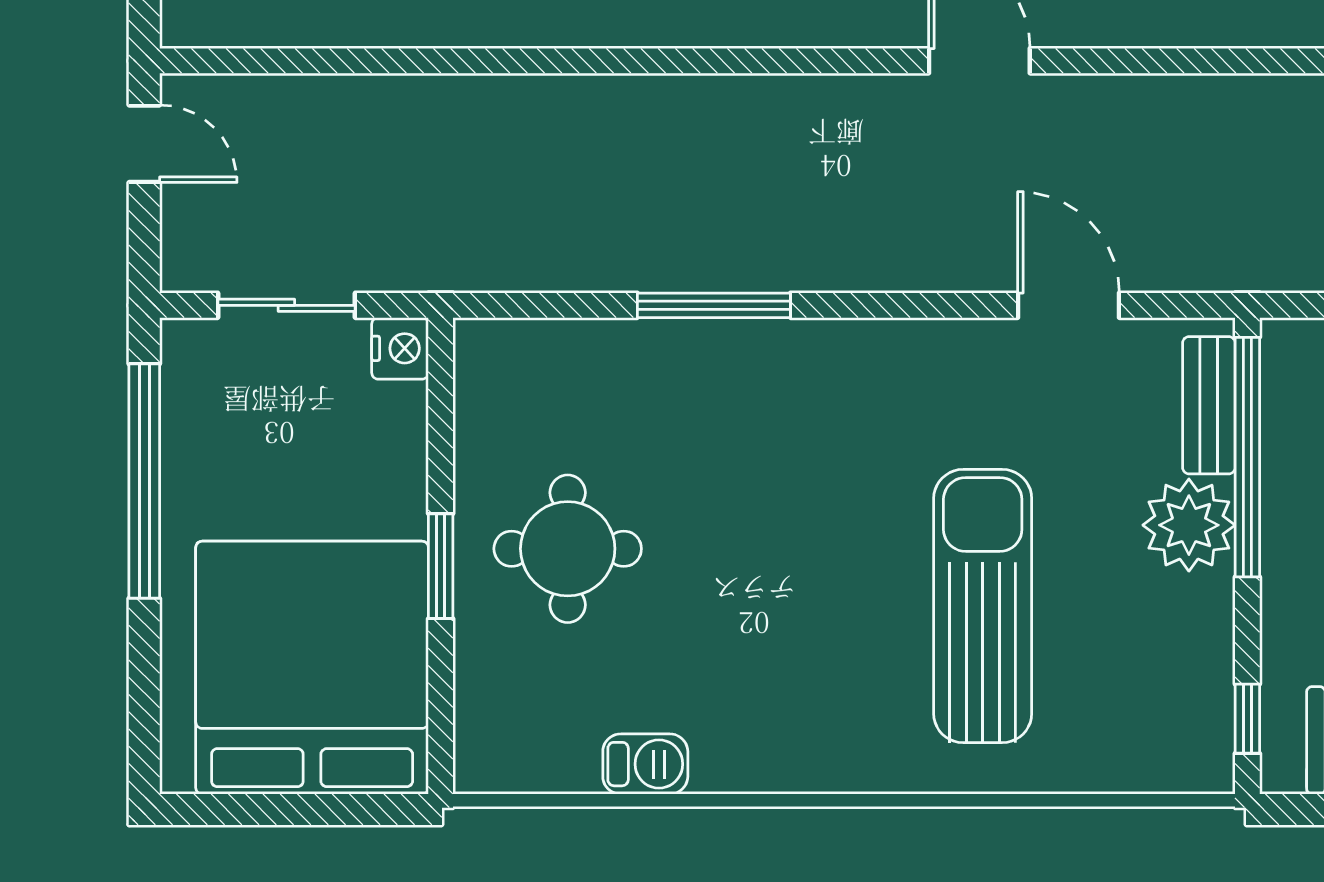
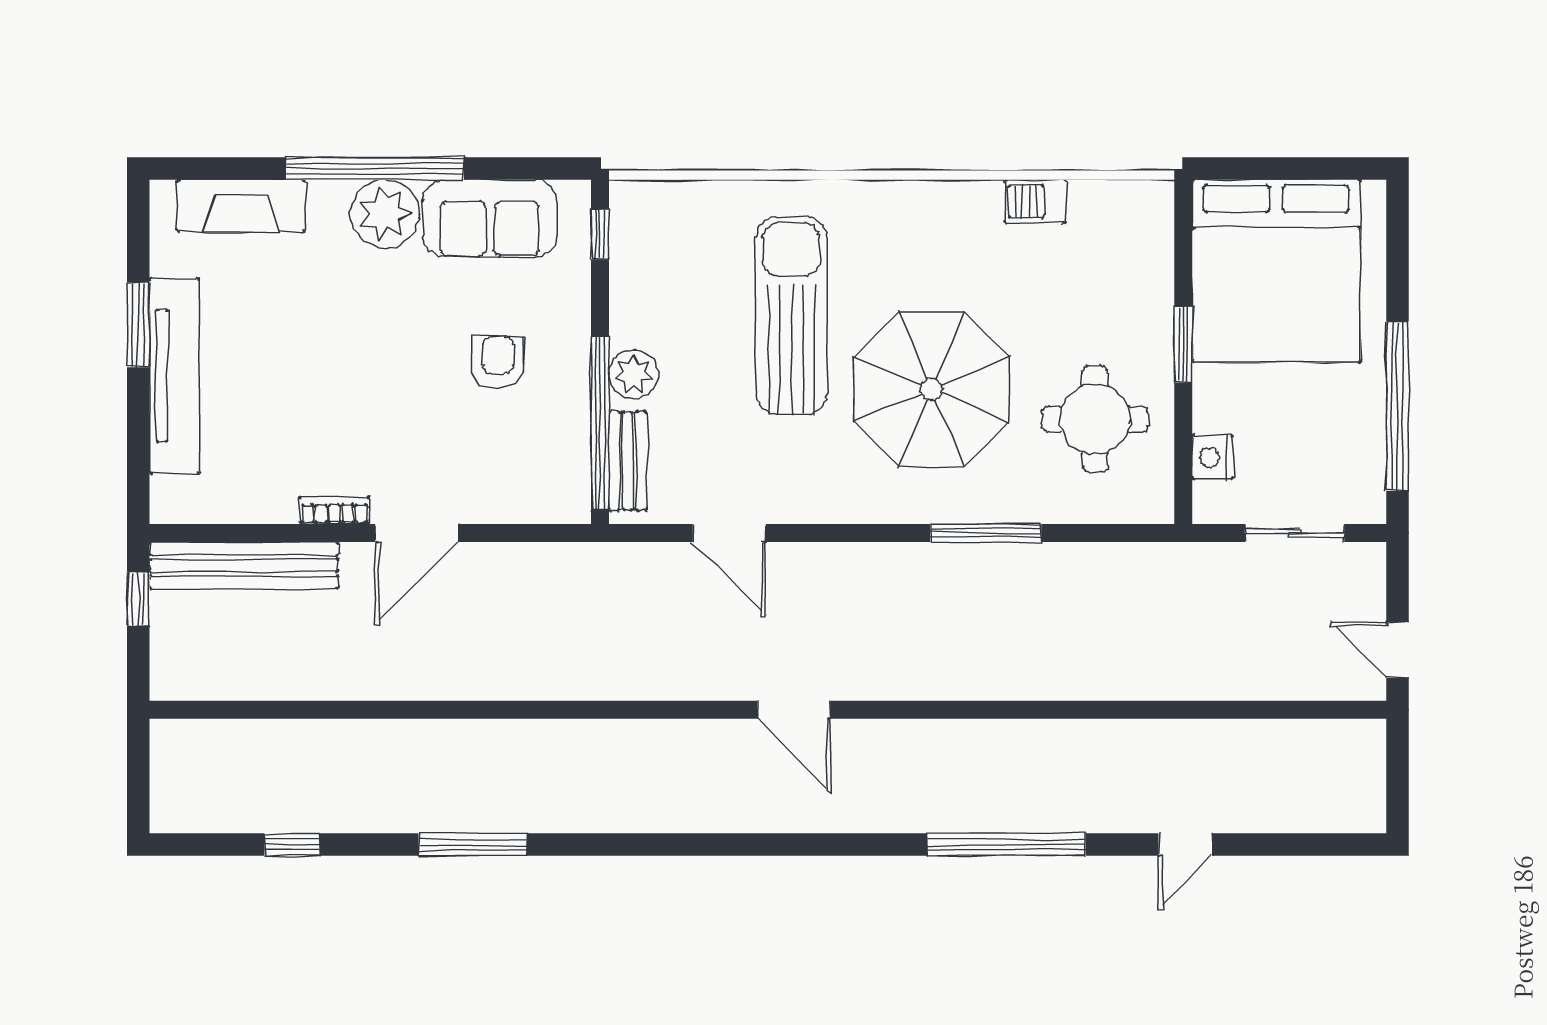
nightstand: (400, 348) -> (1213, 457), moved
parasol: (789, 504) -> (931, 389), added
plant: (1189, 525) -> (633, 374), width x0.73, depth x0.73
round table: (568, 549) -> (1095, 419), moved
sun lounger: (983, 606) -> (791, 316), turned 180

